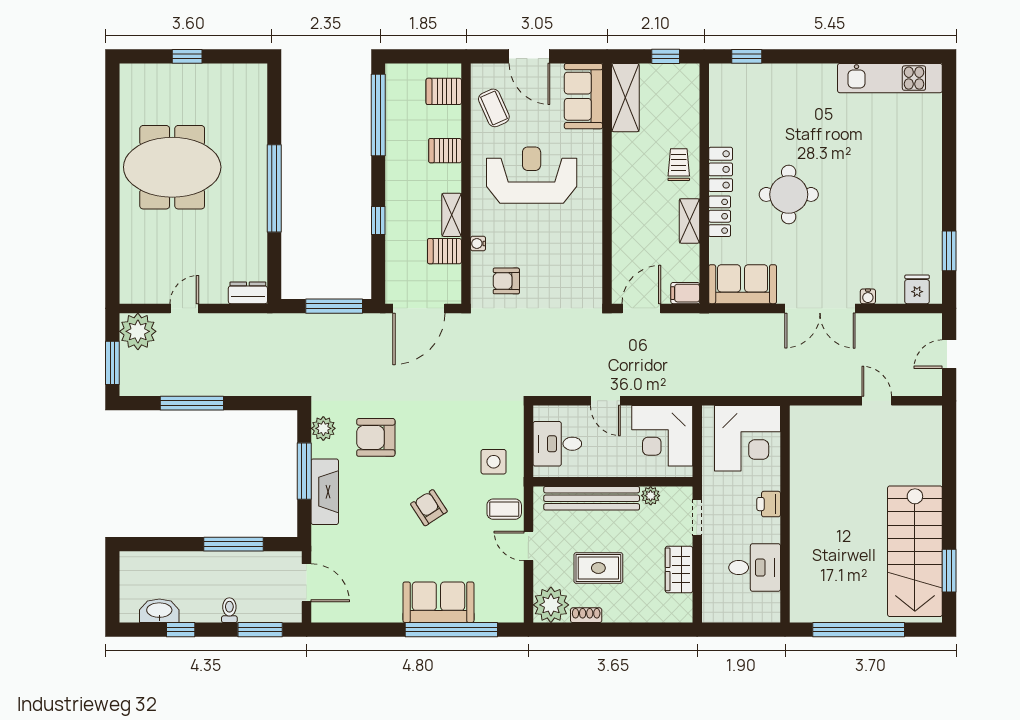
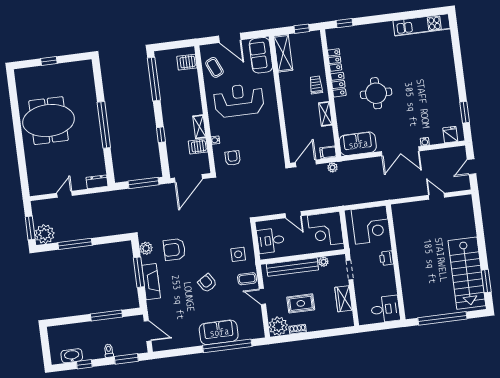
server rack: (445, 151) -> (192, 93), removed
locker: (720, 216) -> (335, 60), moved
armchair: (506, 281) -> (233, 158), turned 90
plant: (690, 322) -> (333, 167), added
plant: (138, 331) -> (45, 234), moved
desk: (755, 568) -> (385, 309), moved

